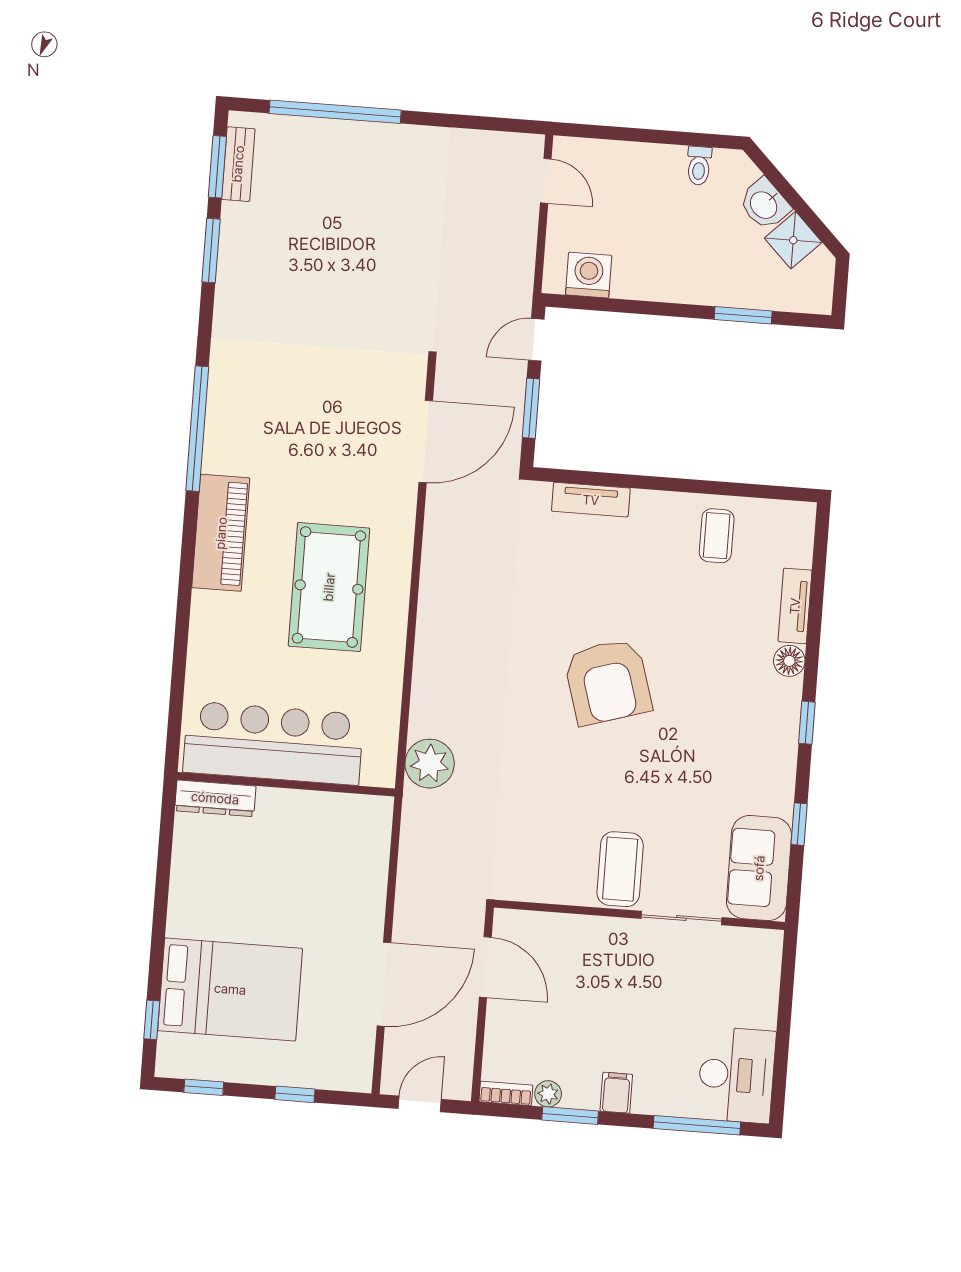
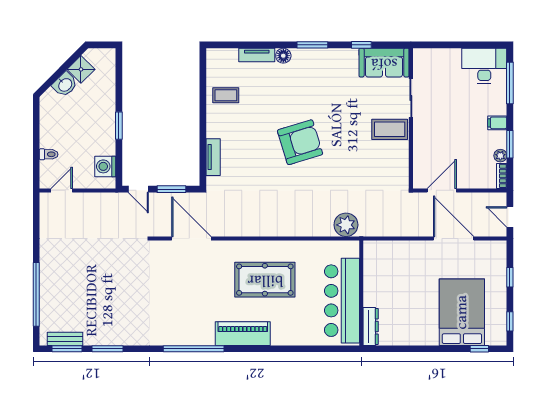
toilet: (699, 166) -> (49, 154), moved
window: (743, 315) -> (119, 126), moved
window: (807, 723) -> (312, 45), width x1.50

